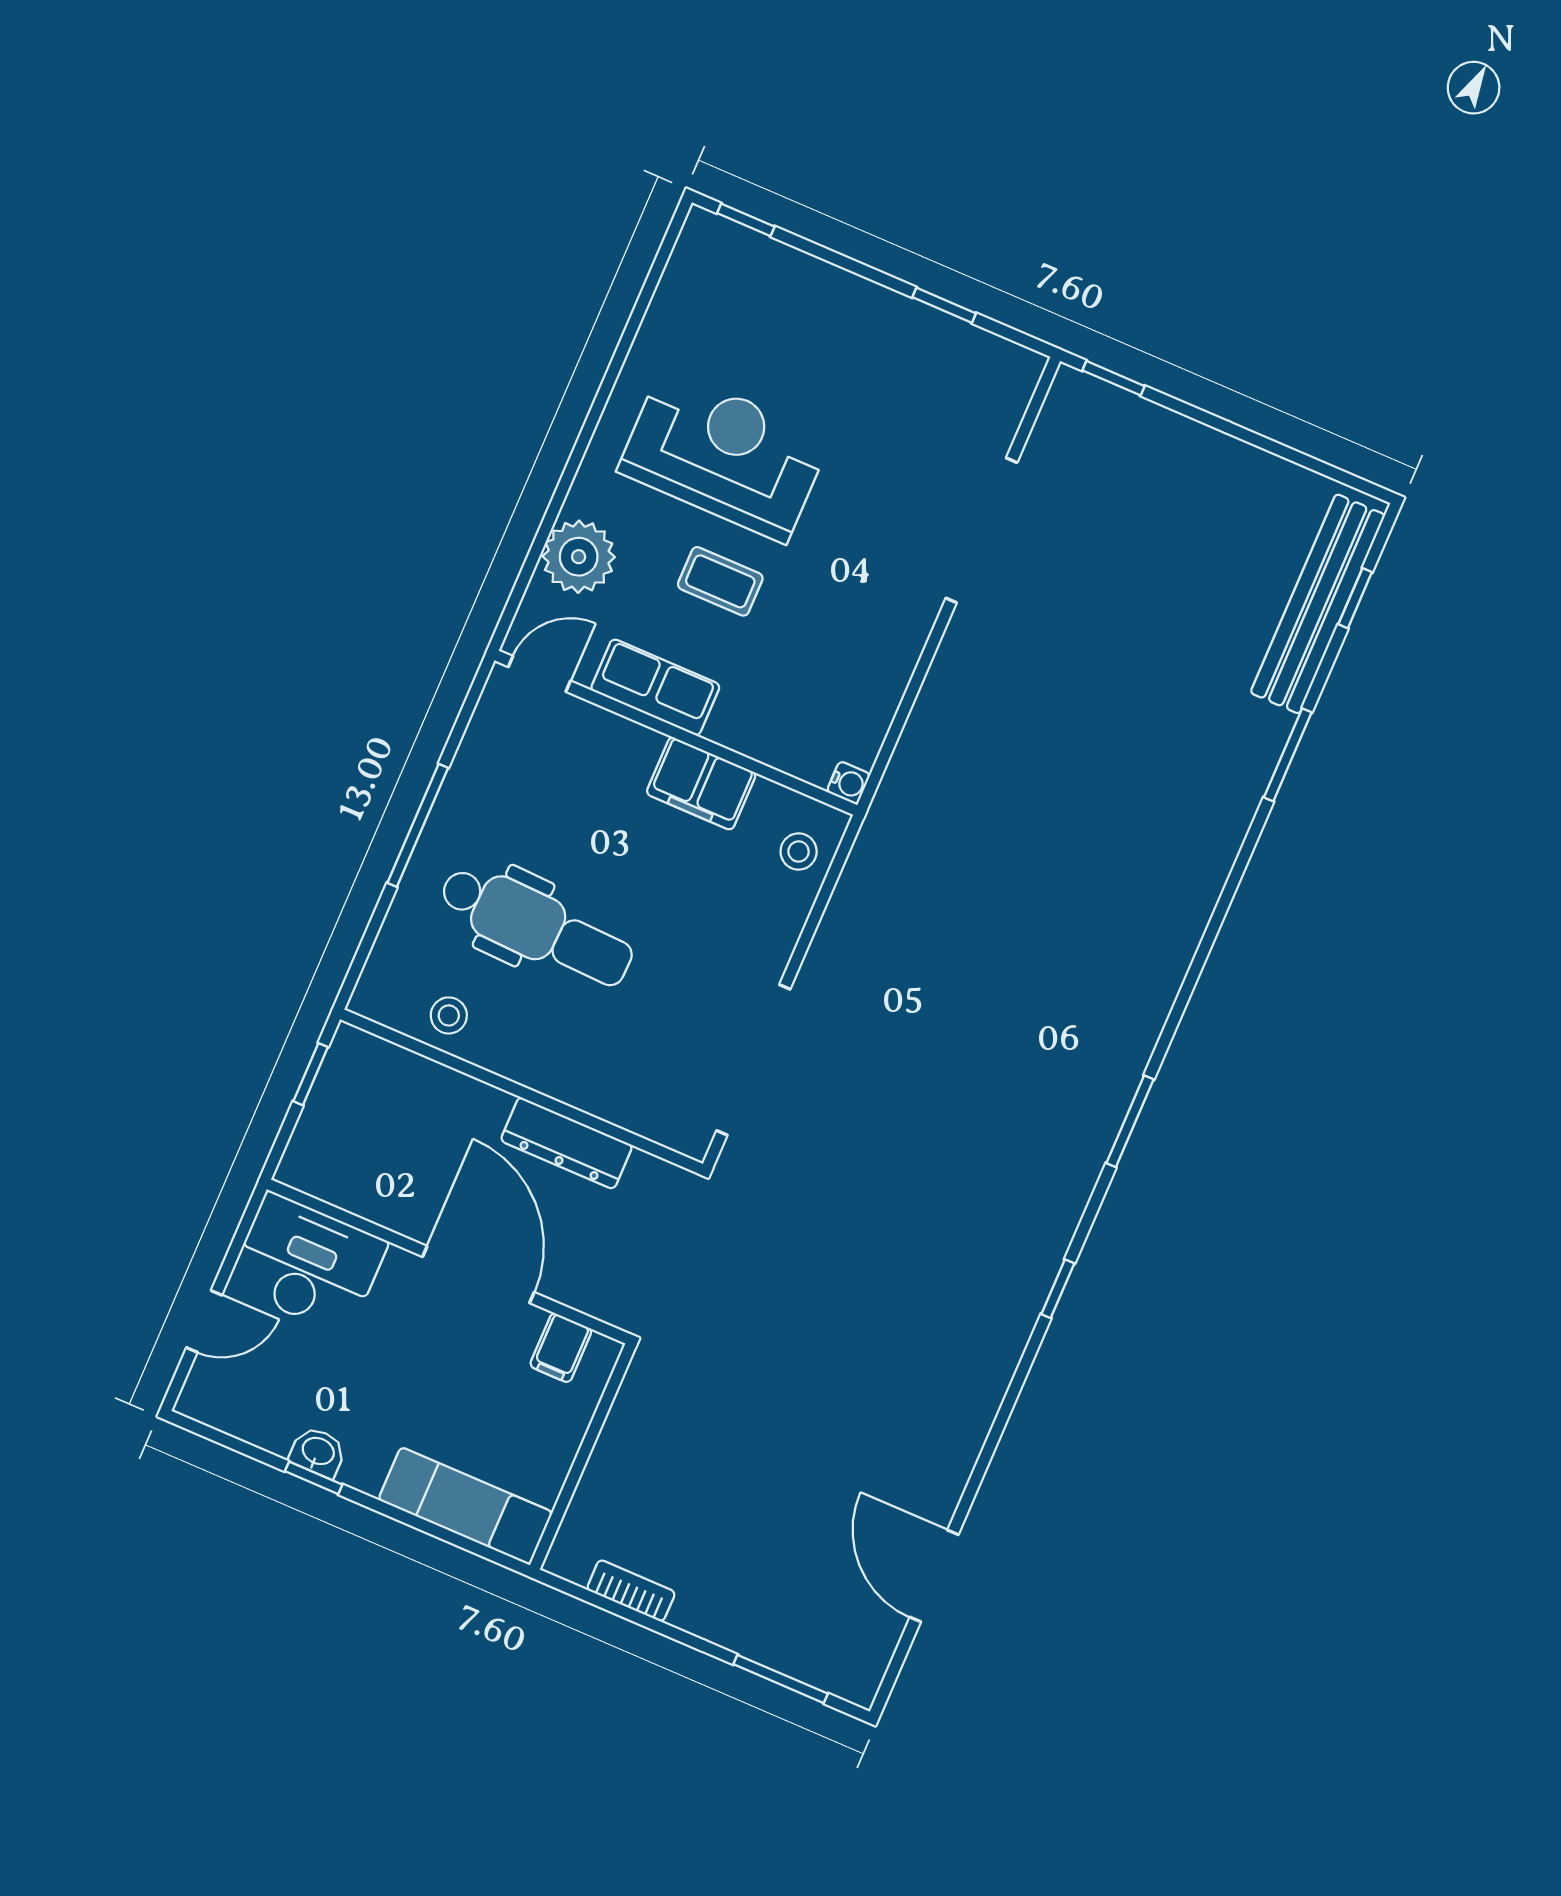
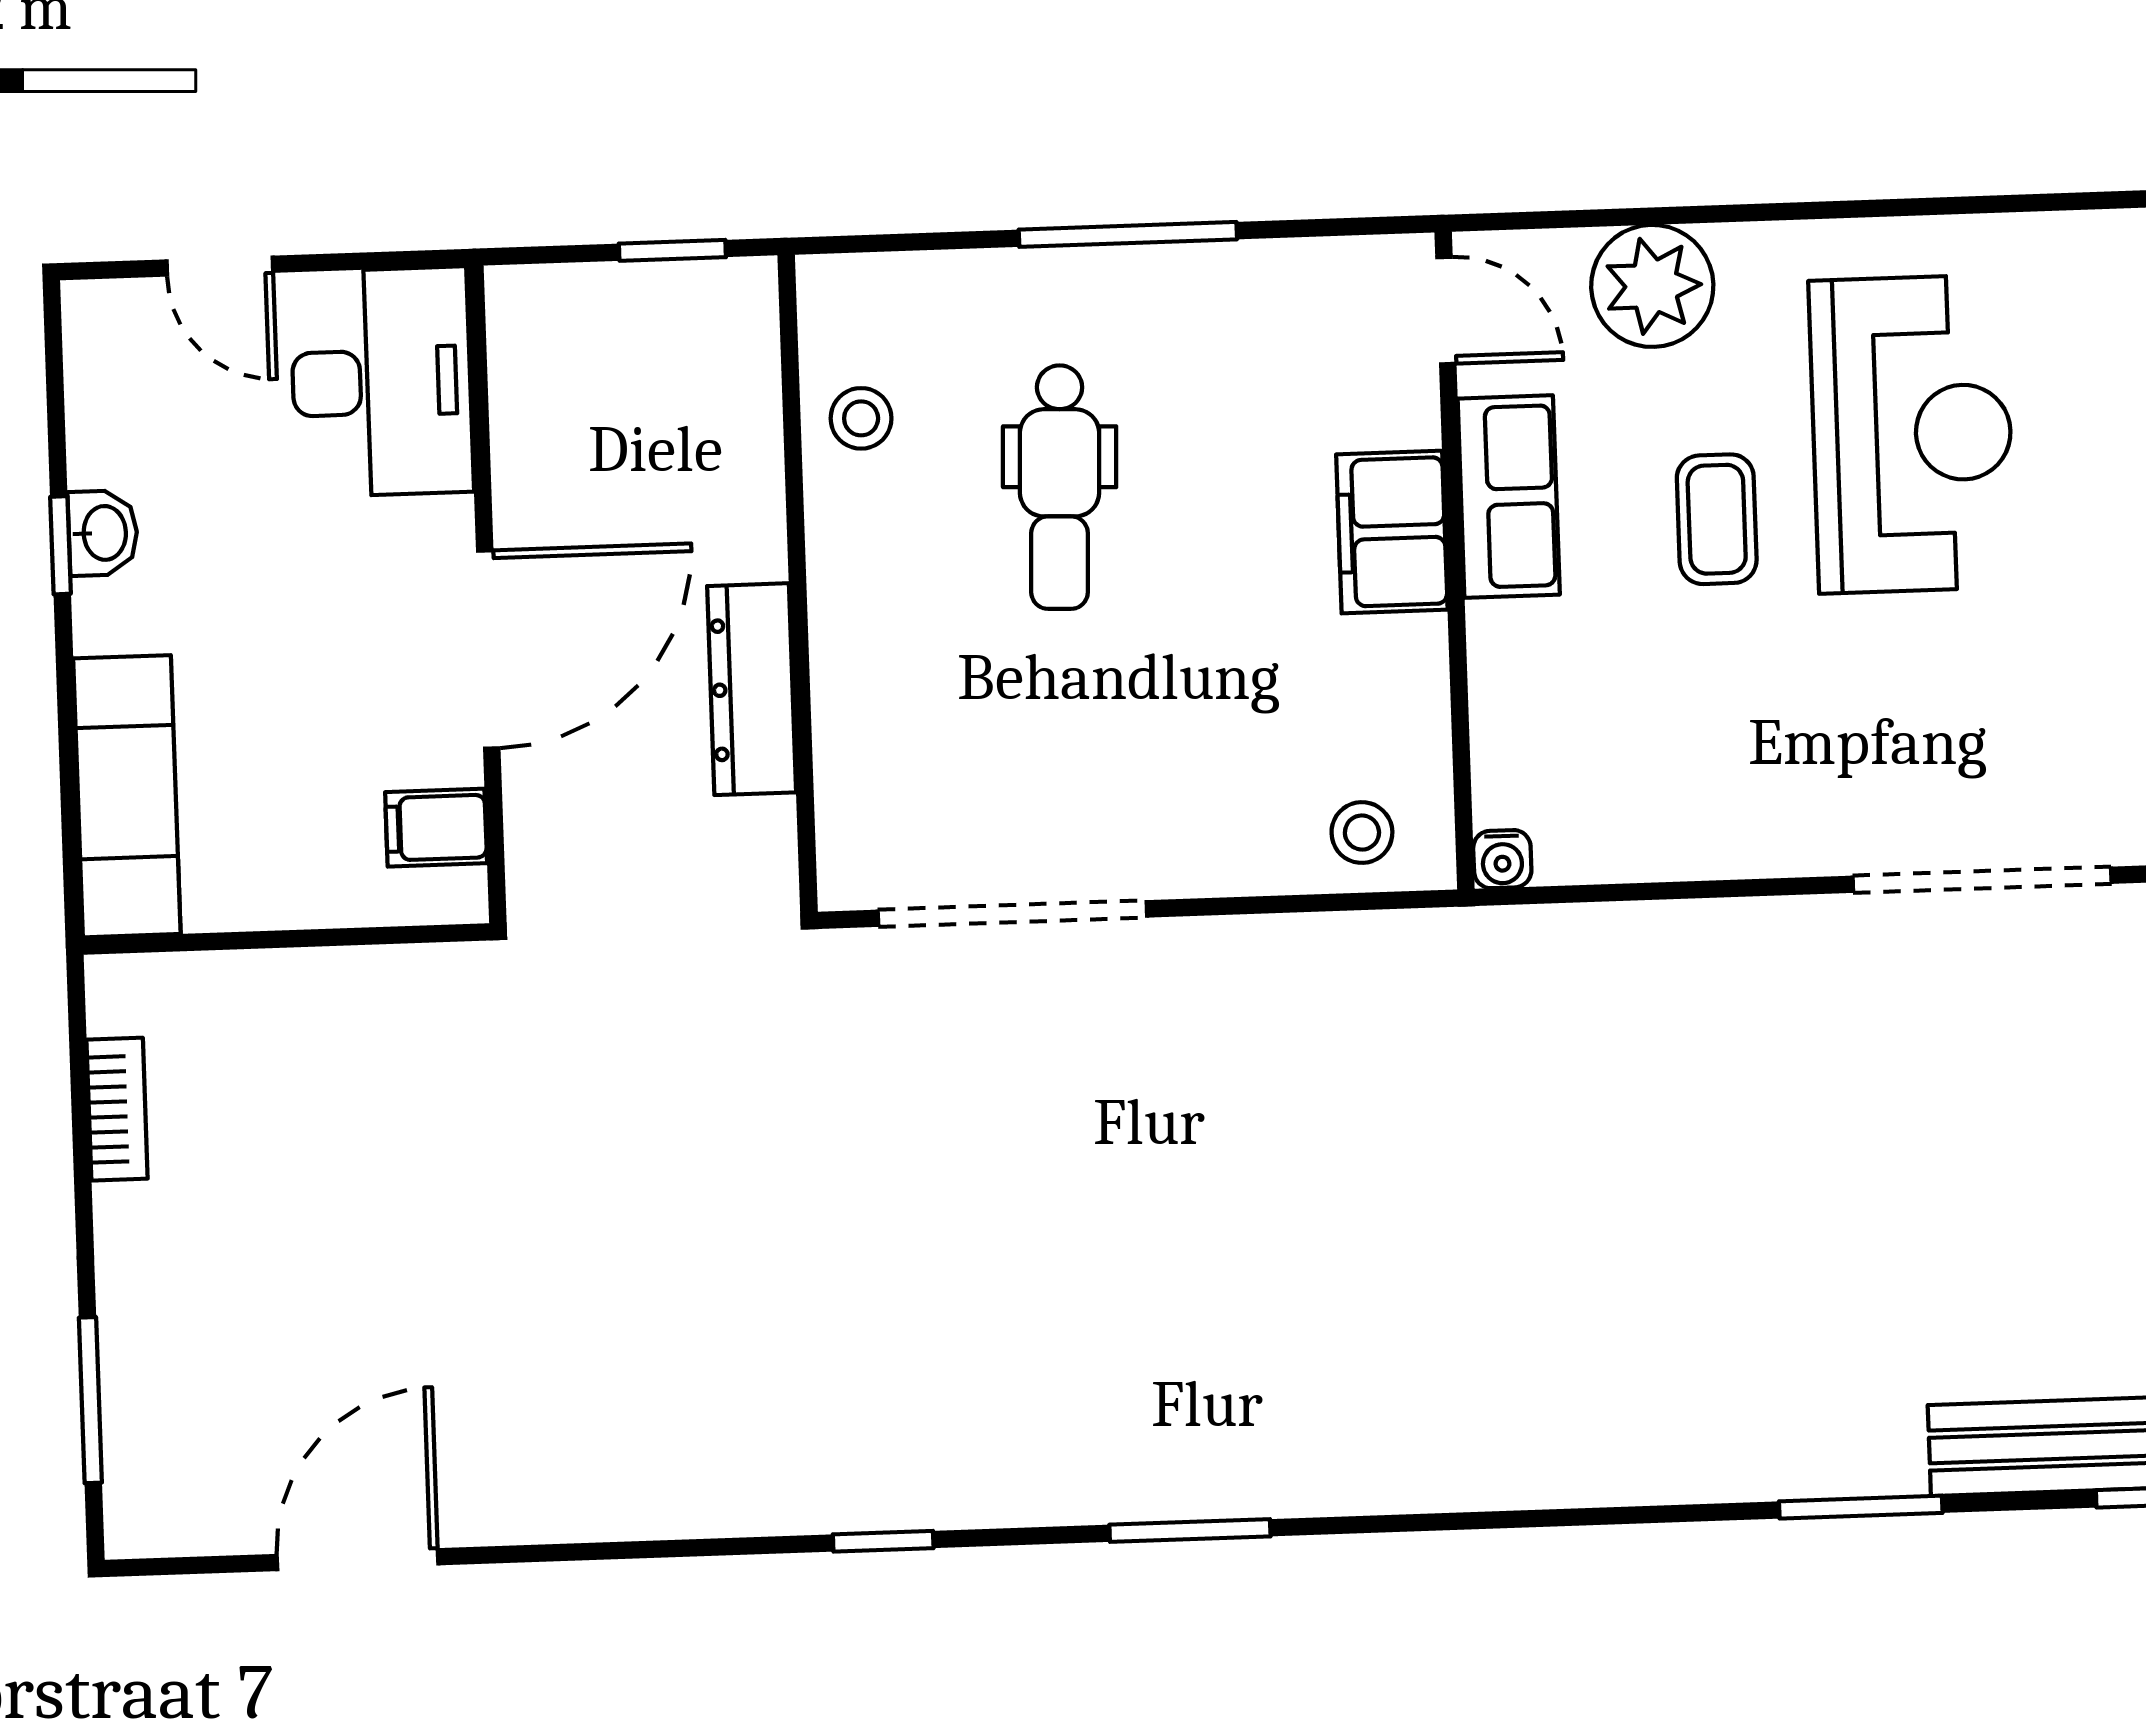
filing cabinet: (701, 783) -> (1392, 532), moved
dental chair: (536, 926) -> (1060, 487), width x0.73, depth x0.72

